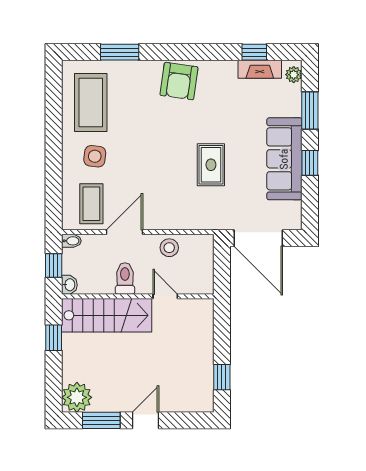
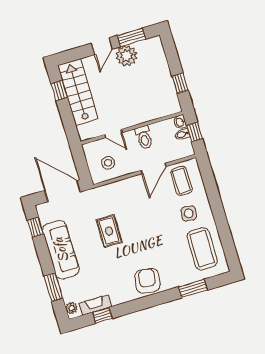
window: (310, 163) -> (35, 227), moved
bidet: (71, 241) -> (182, 134), moved
stool: (169, 248) -> (108, 163), moved
stairs: (107, 315) -> (78, 92), moved, turned 90
plant: (77, 397) -> (127, 56), moved

